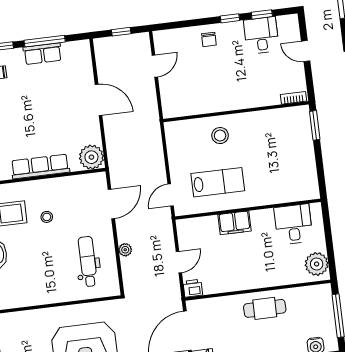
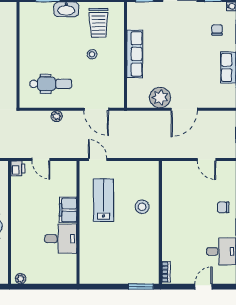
plant: (91, 157) -> (160, 98), moved
lab bench: (218, 182) -> (103, 200), turned 180
desk: (293, 224) -> (61, 239), moved
plant: (317, 264) -> (21, 279), width x0.53, depth x0.53

